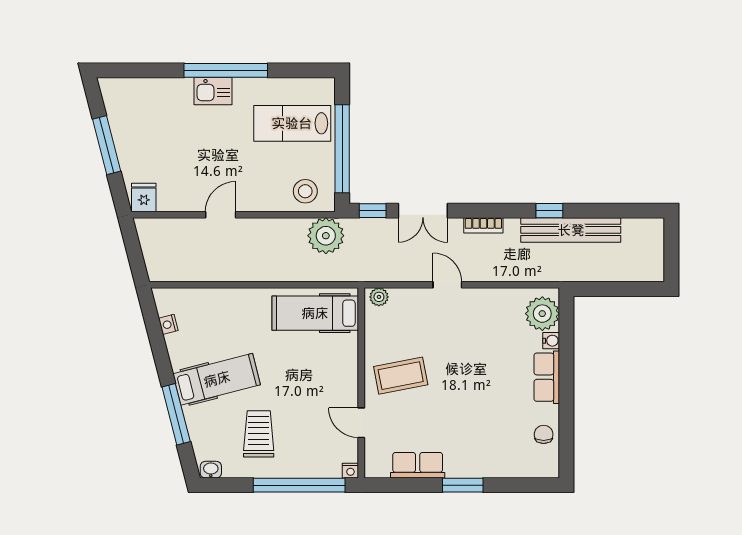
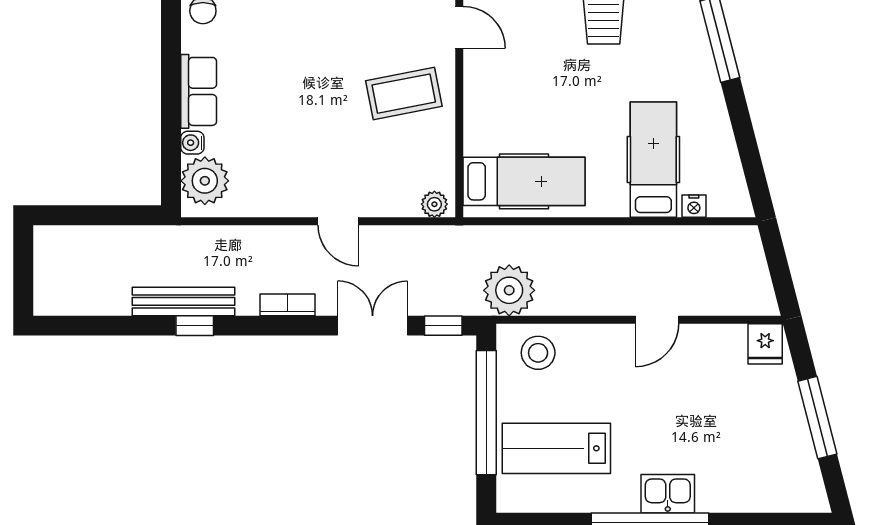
lab bench: (292, 123) -> (556, 448), turned 180
bench: (571, 230) -> (183, 301), width x0.73, depth x0.82
nightstand: (168, 324) -> (694, 206), moved, turned 104
hospital bed: (217, 379) -> (653, 160), moved, turned 104

